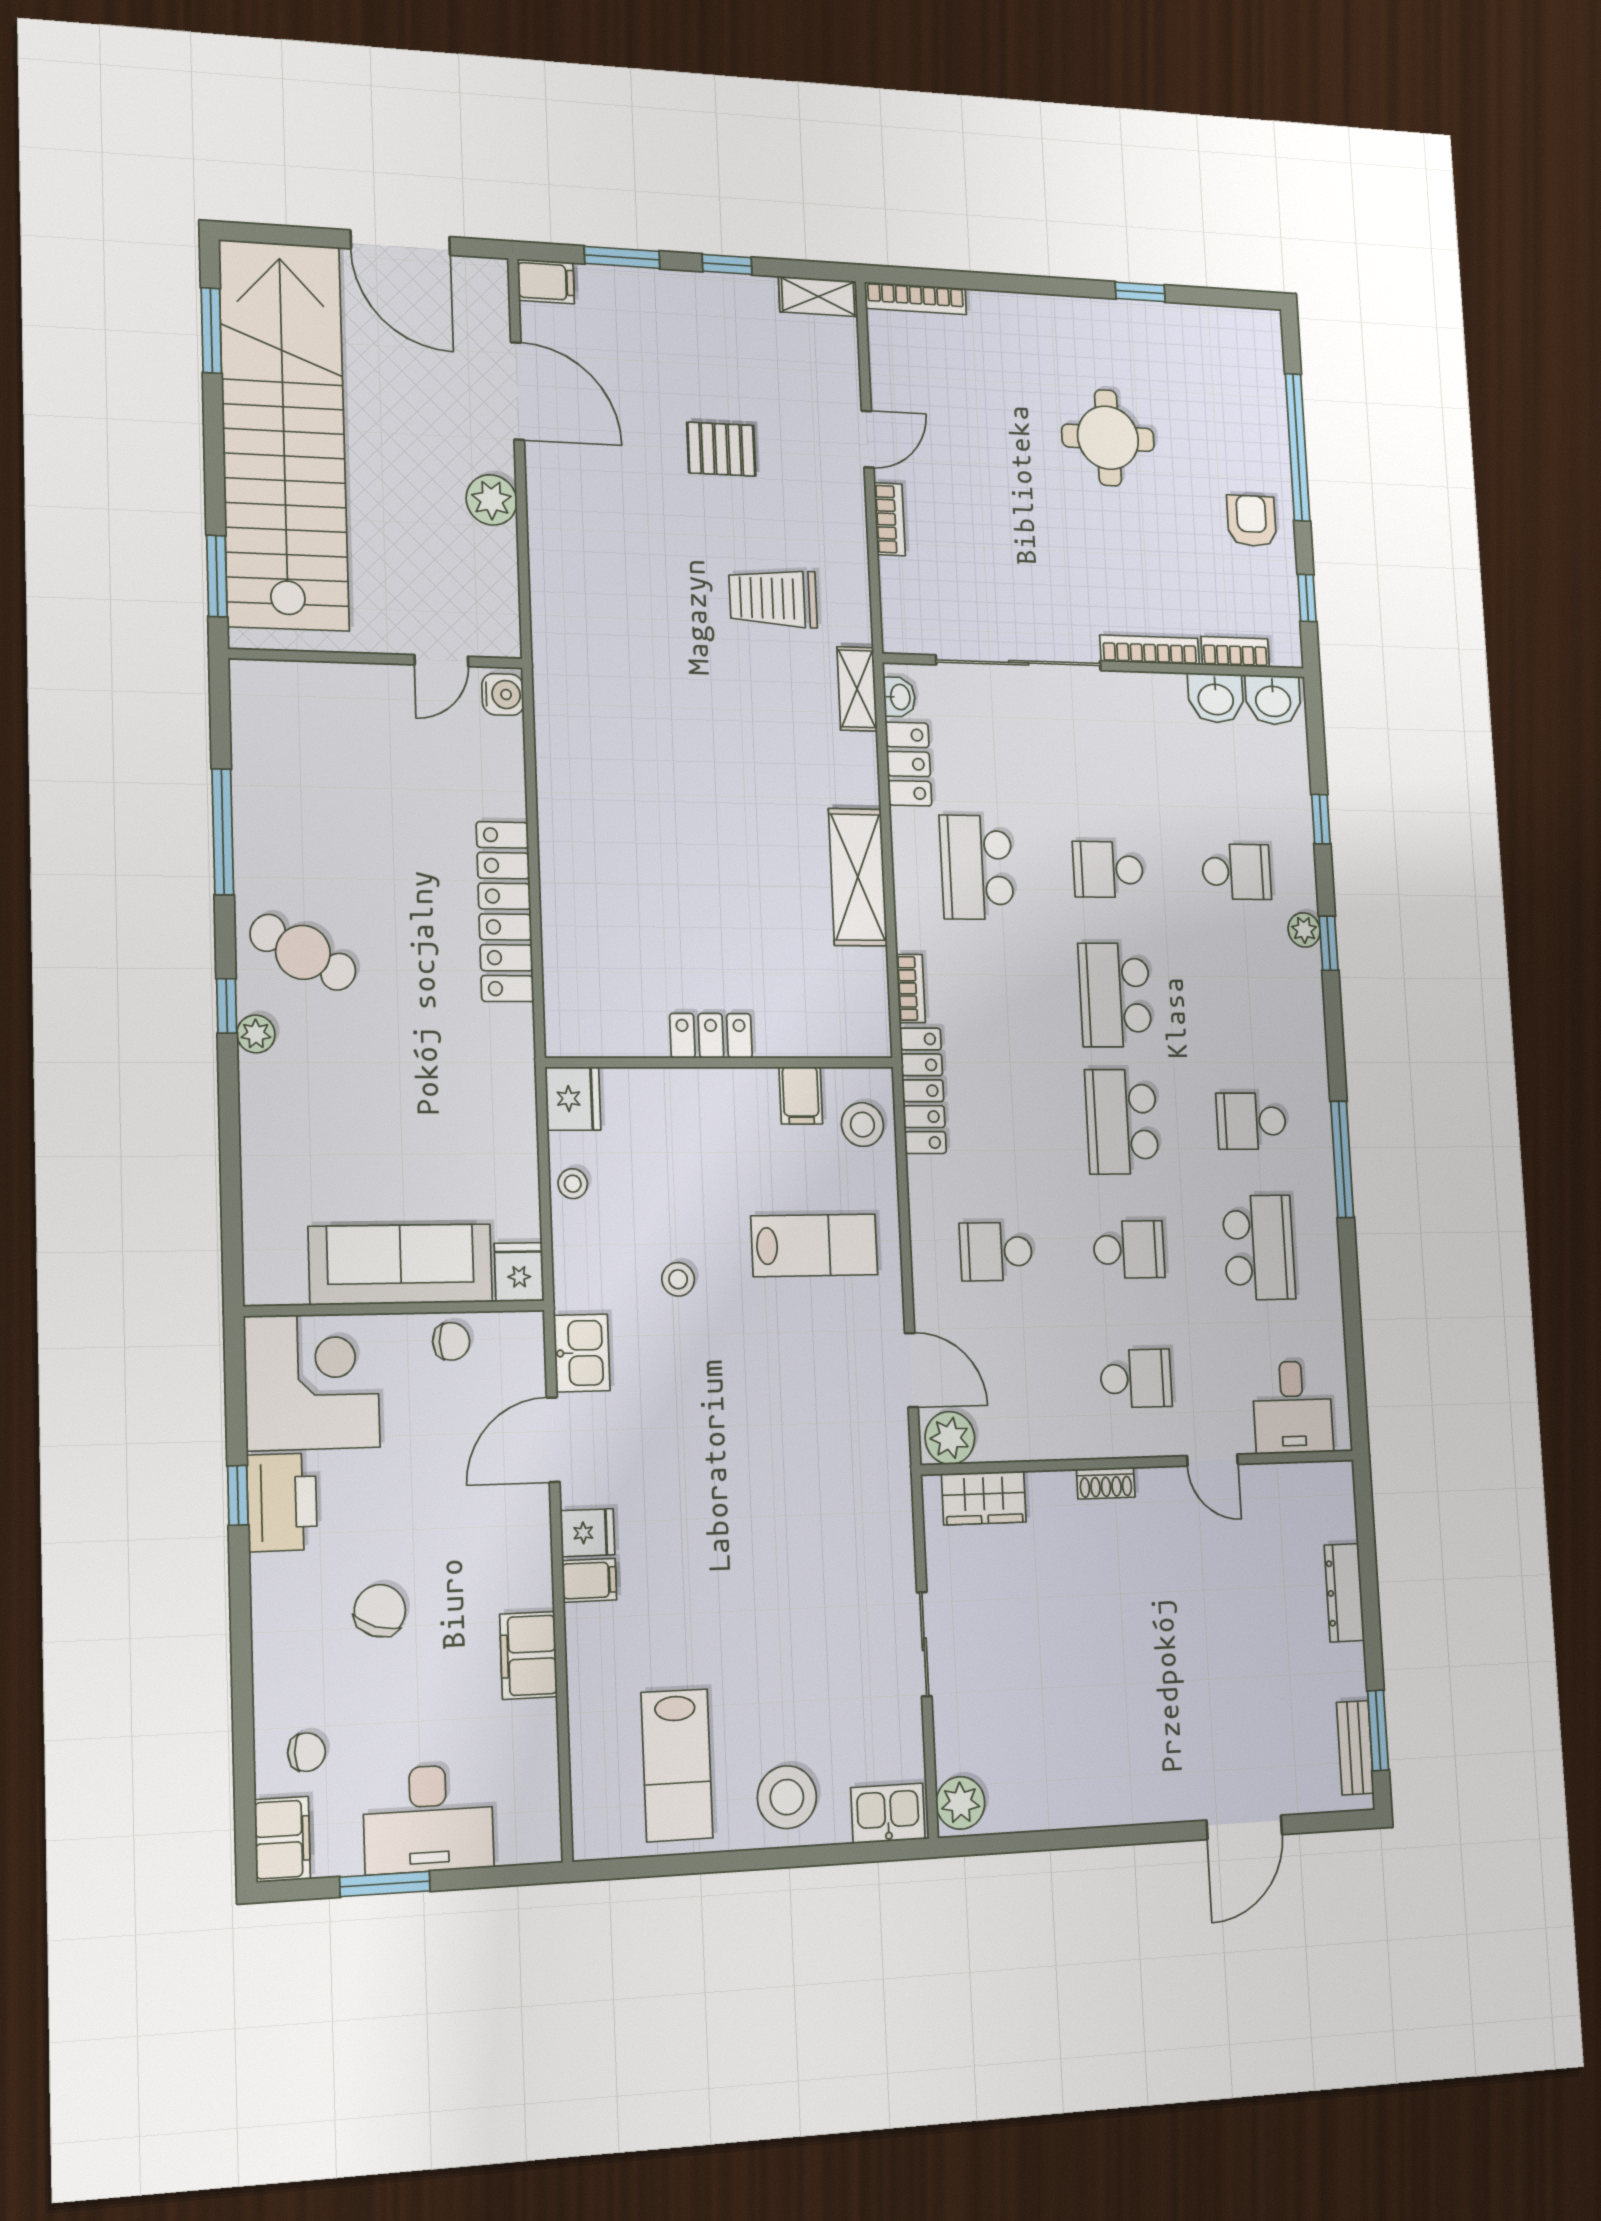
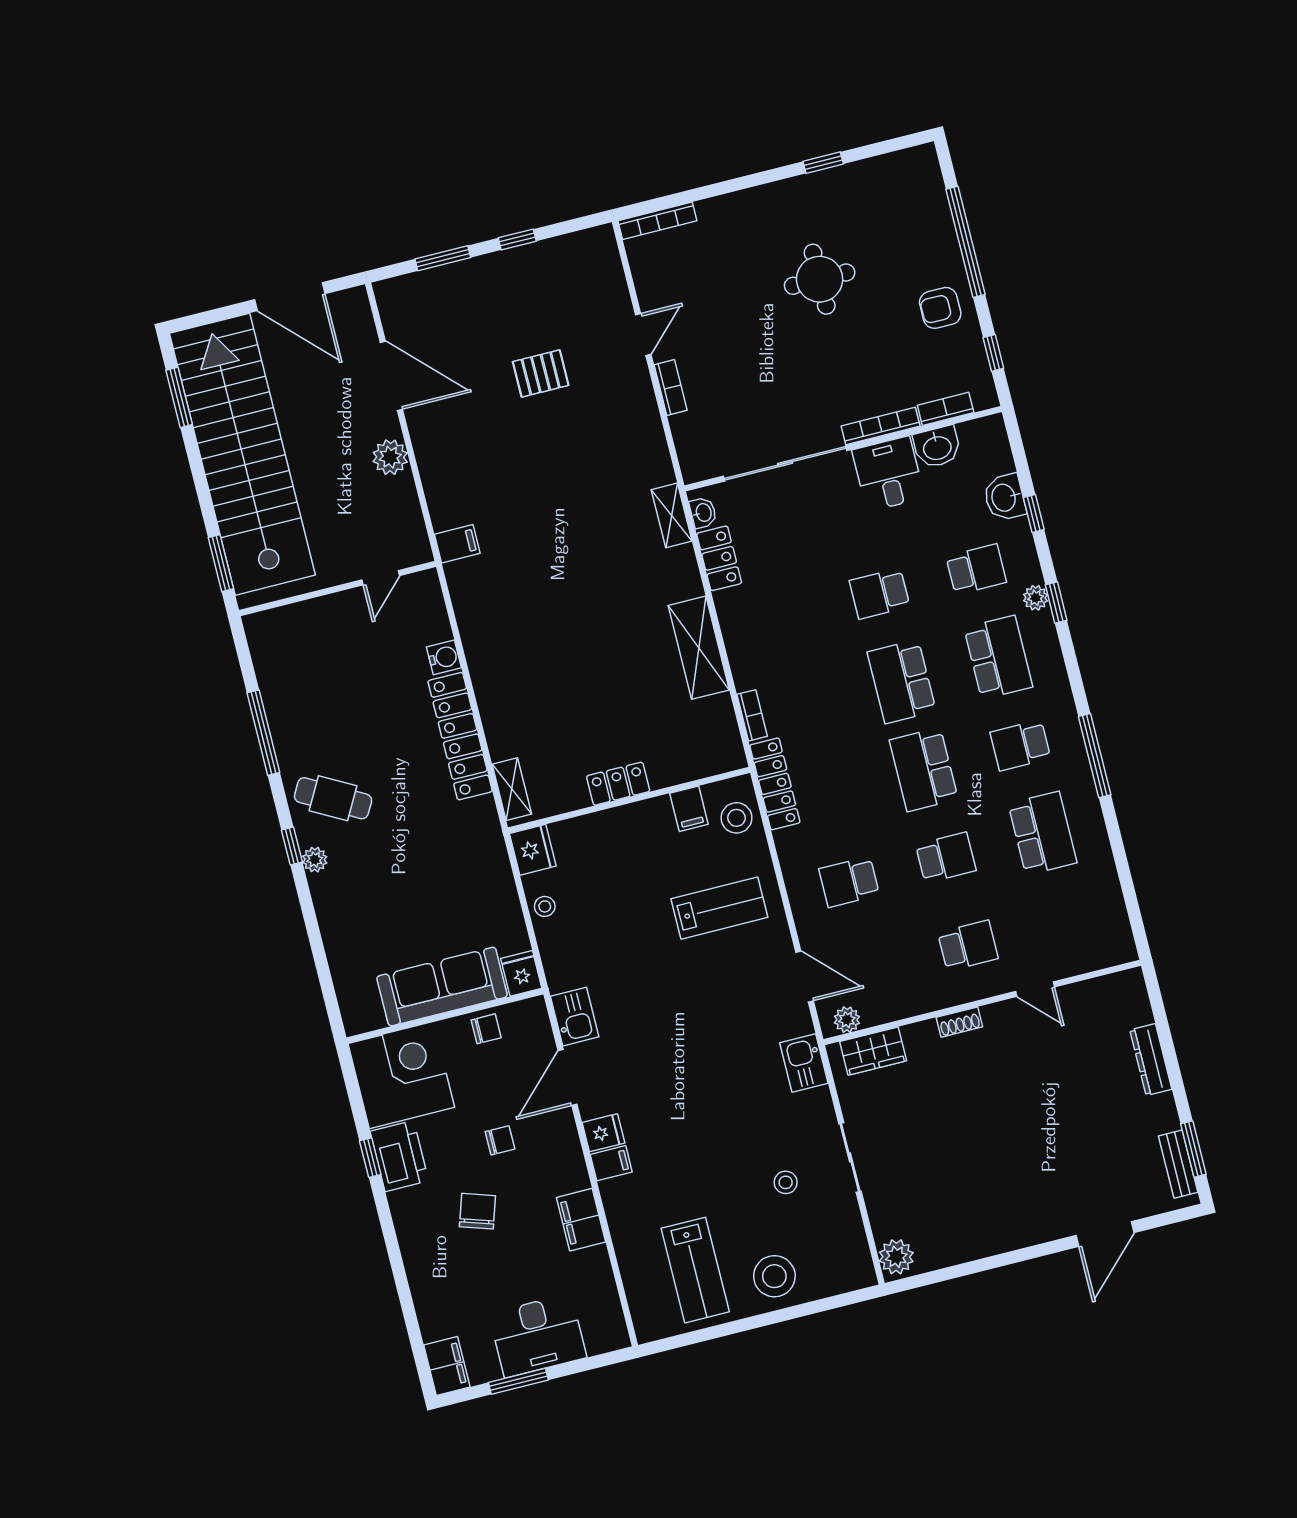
filing cabinet: (546, 281) -> (457, 544), moved
shelving: (818, 296) -> (512, 789), moved, turned 90
armchair: (1252, 521) -> (940, 308), turned -90
trolley: (773, 598) -> (599, 468), removed
water cooler: (503, 694) -> (444, 657), moved
washbasin: (1273, 700) -> (1005, 497), moved, turned 90
school desk: (977, 867) -> (998, 657), moved, turned 180
stool: (678, 1279) -> (786, 1182), moved
desk: (1292, 1407) -> (888, 474), moved, turned 180
plant: (950, 1438) -> (847, 1020), width x0.73, depth x0.73
chair: (307, 1752) -> (500, 1140), moved
kitchen sink: (888, 1813) -> (804, 1063), moved, turned -90

